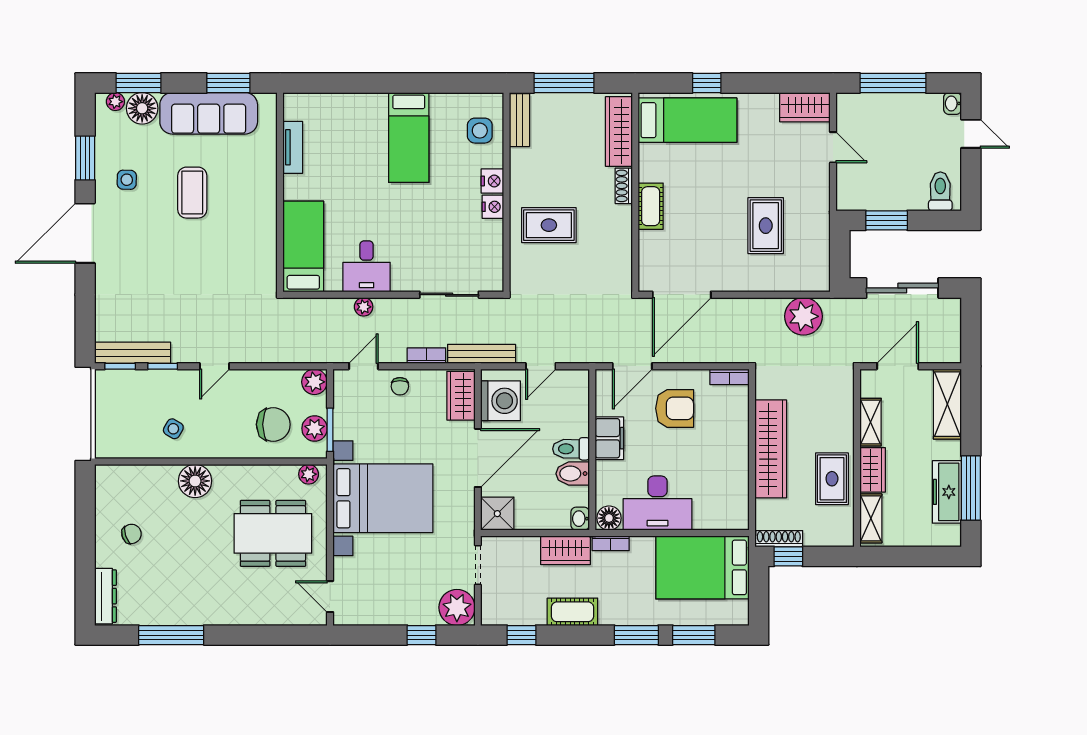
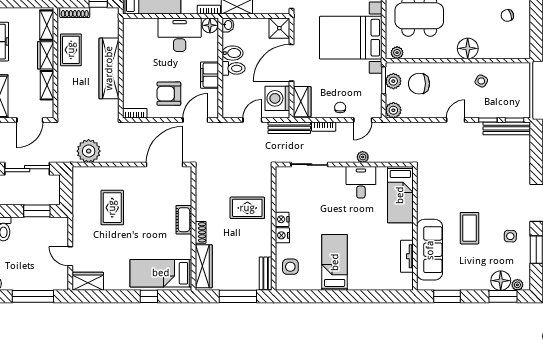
sofa: (209, 113) -> (430, 250), moved, turned 90
shoe rack: (779, 539) -> (75, 12), moved

